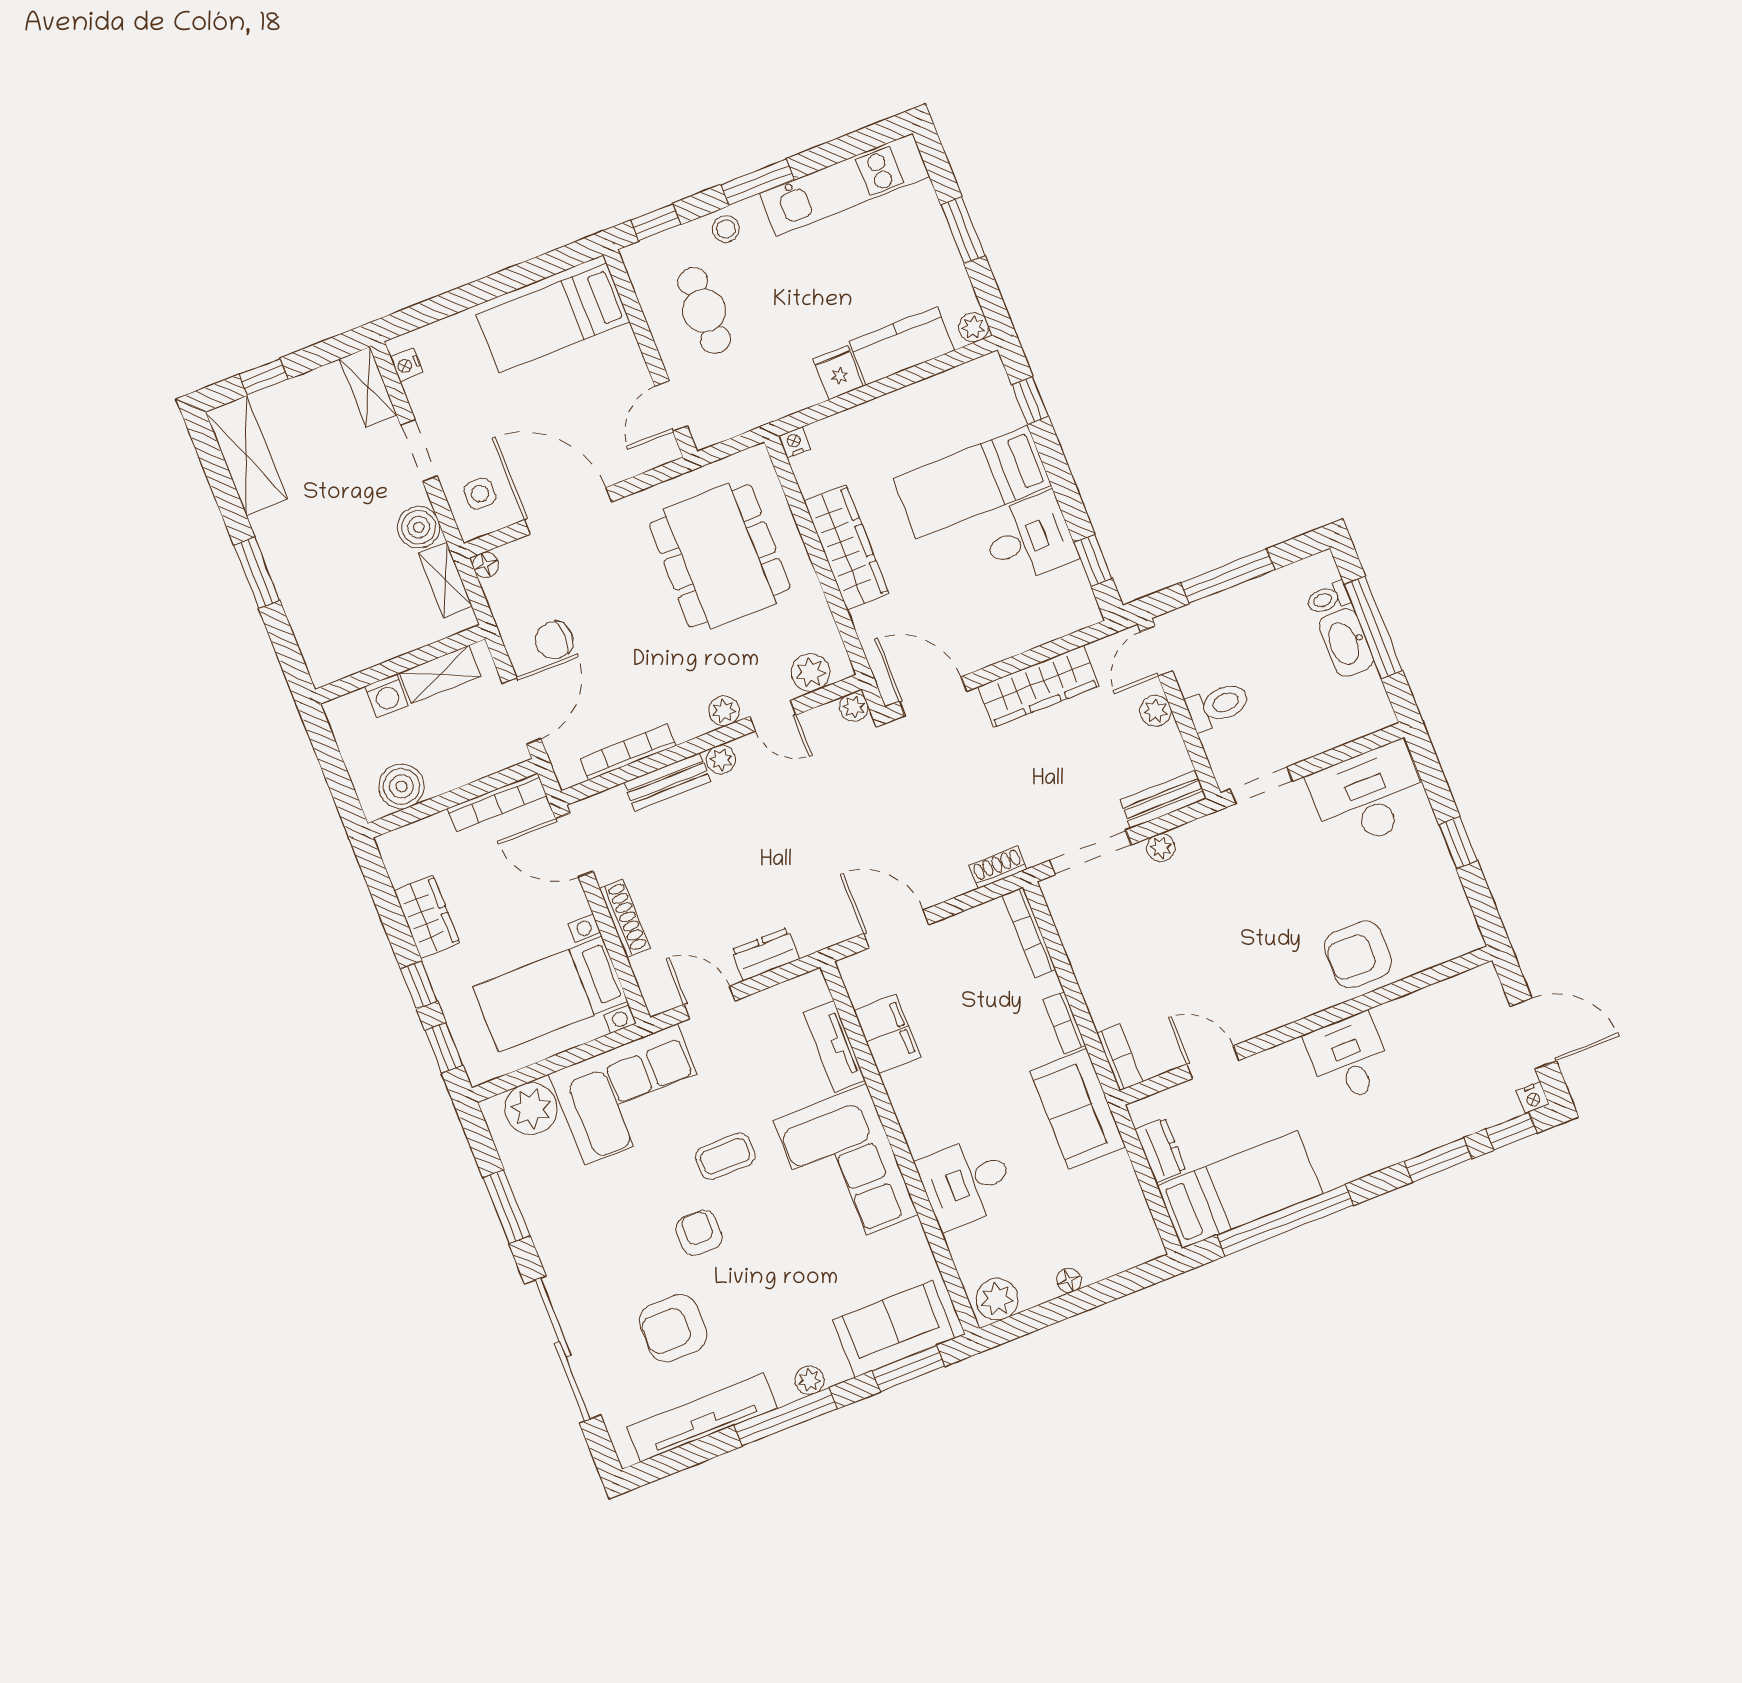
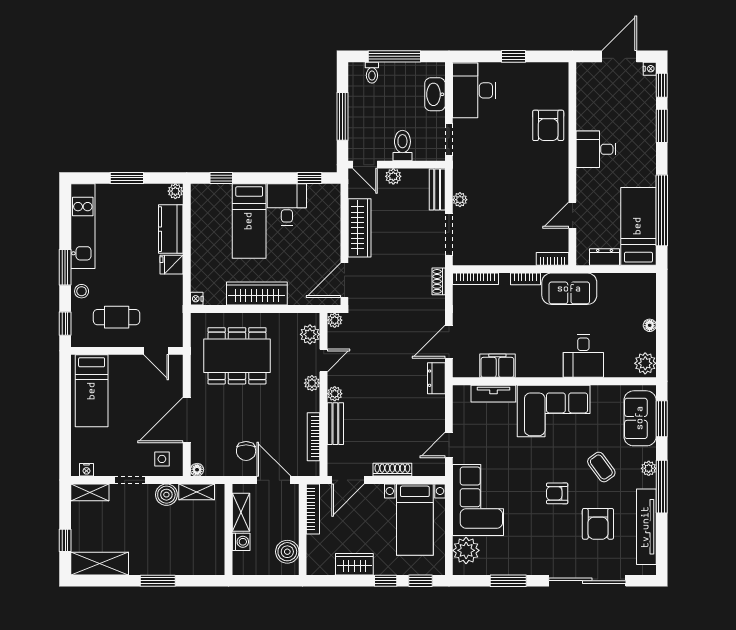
washbasin: (1346, 643) -> (435, 94), moved, turned 90
dresser: (765, 954) -> (436, 378), moved
coffee table: (725, 1156) -> (601, 467), moved, turned -36

